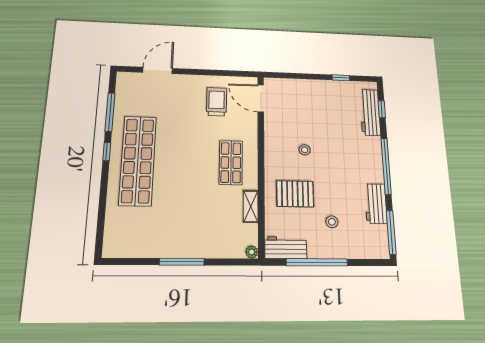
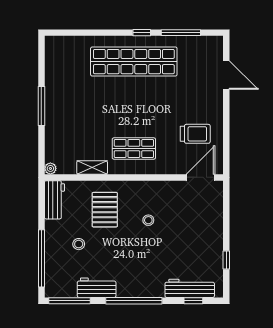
window: (317, 262) -> (41, 258), moved

